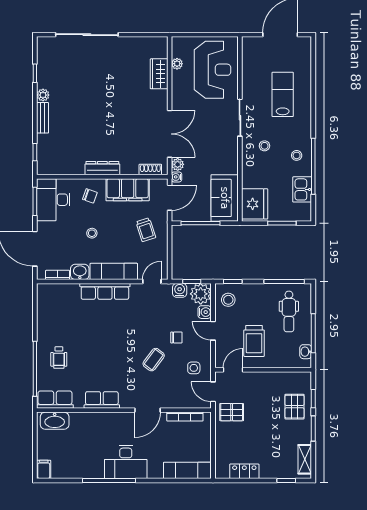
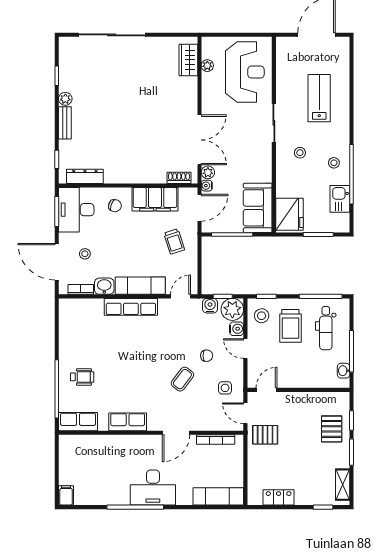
wardrobe: (159, 74) -> (188, 60), moved
dresser: (102, 168) -> (85, 176), moved
stool: (92, 233) -> (85, 254), moved
trolley: (254, 341) -> (290, 326), moved
wheelchair: (59, 358) -> (82, 377), turned -90
washbasin: (55, 421) -> (78, 444), removed

